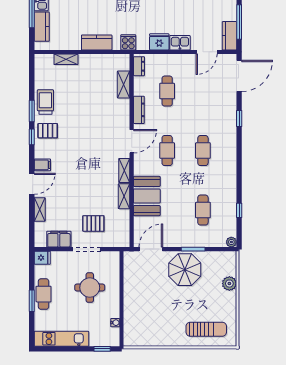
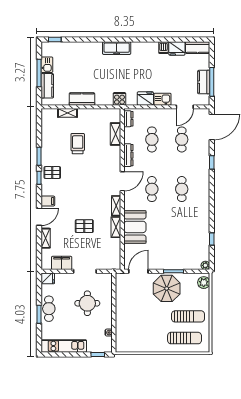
kitchen counter: (229, 36) -> (204, 82), moved
kitchen counter: (97, 42) -> (82, 99), moved
trolley: (45, 102) -> (78, 144), moved
cafe table: (203, 210) -> (182, 139), moved
pallet: (93, 223) -> (84, 226), moved
plant: (229, 284) -> (204, 283), moved
sun lounger: (211, 303) -> (188, 316), added

